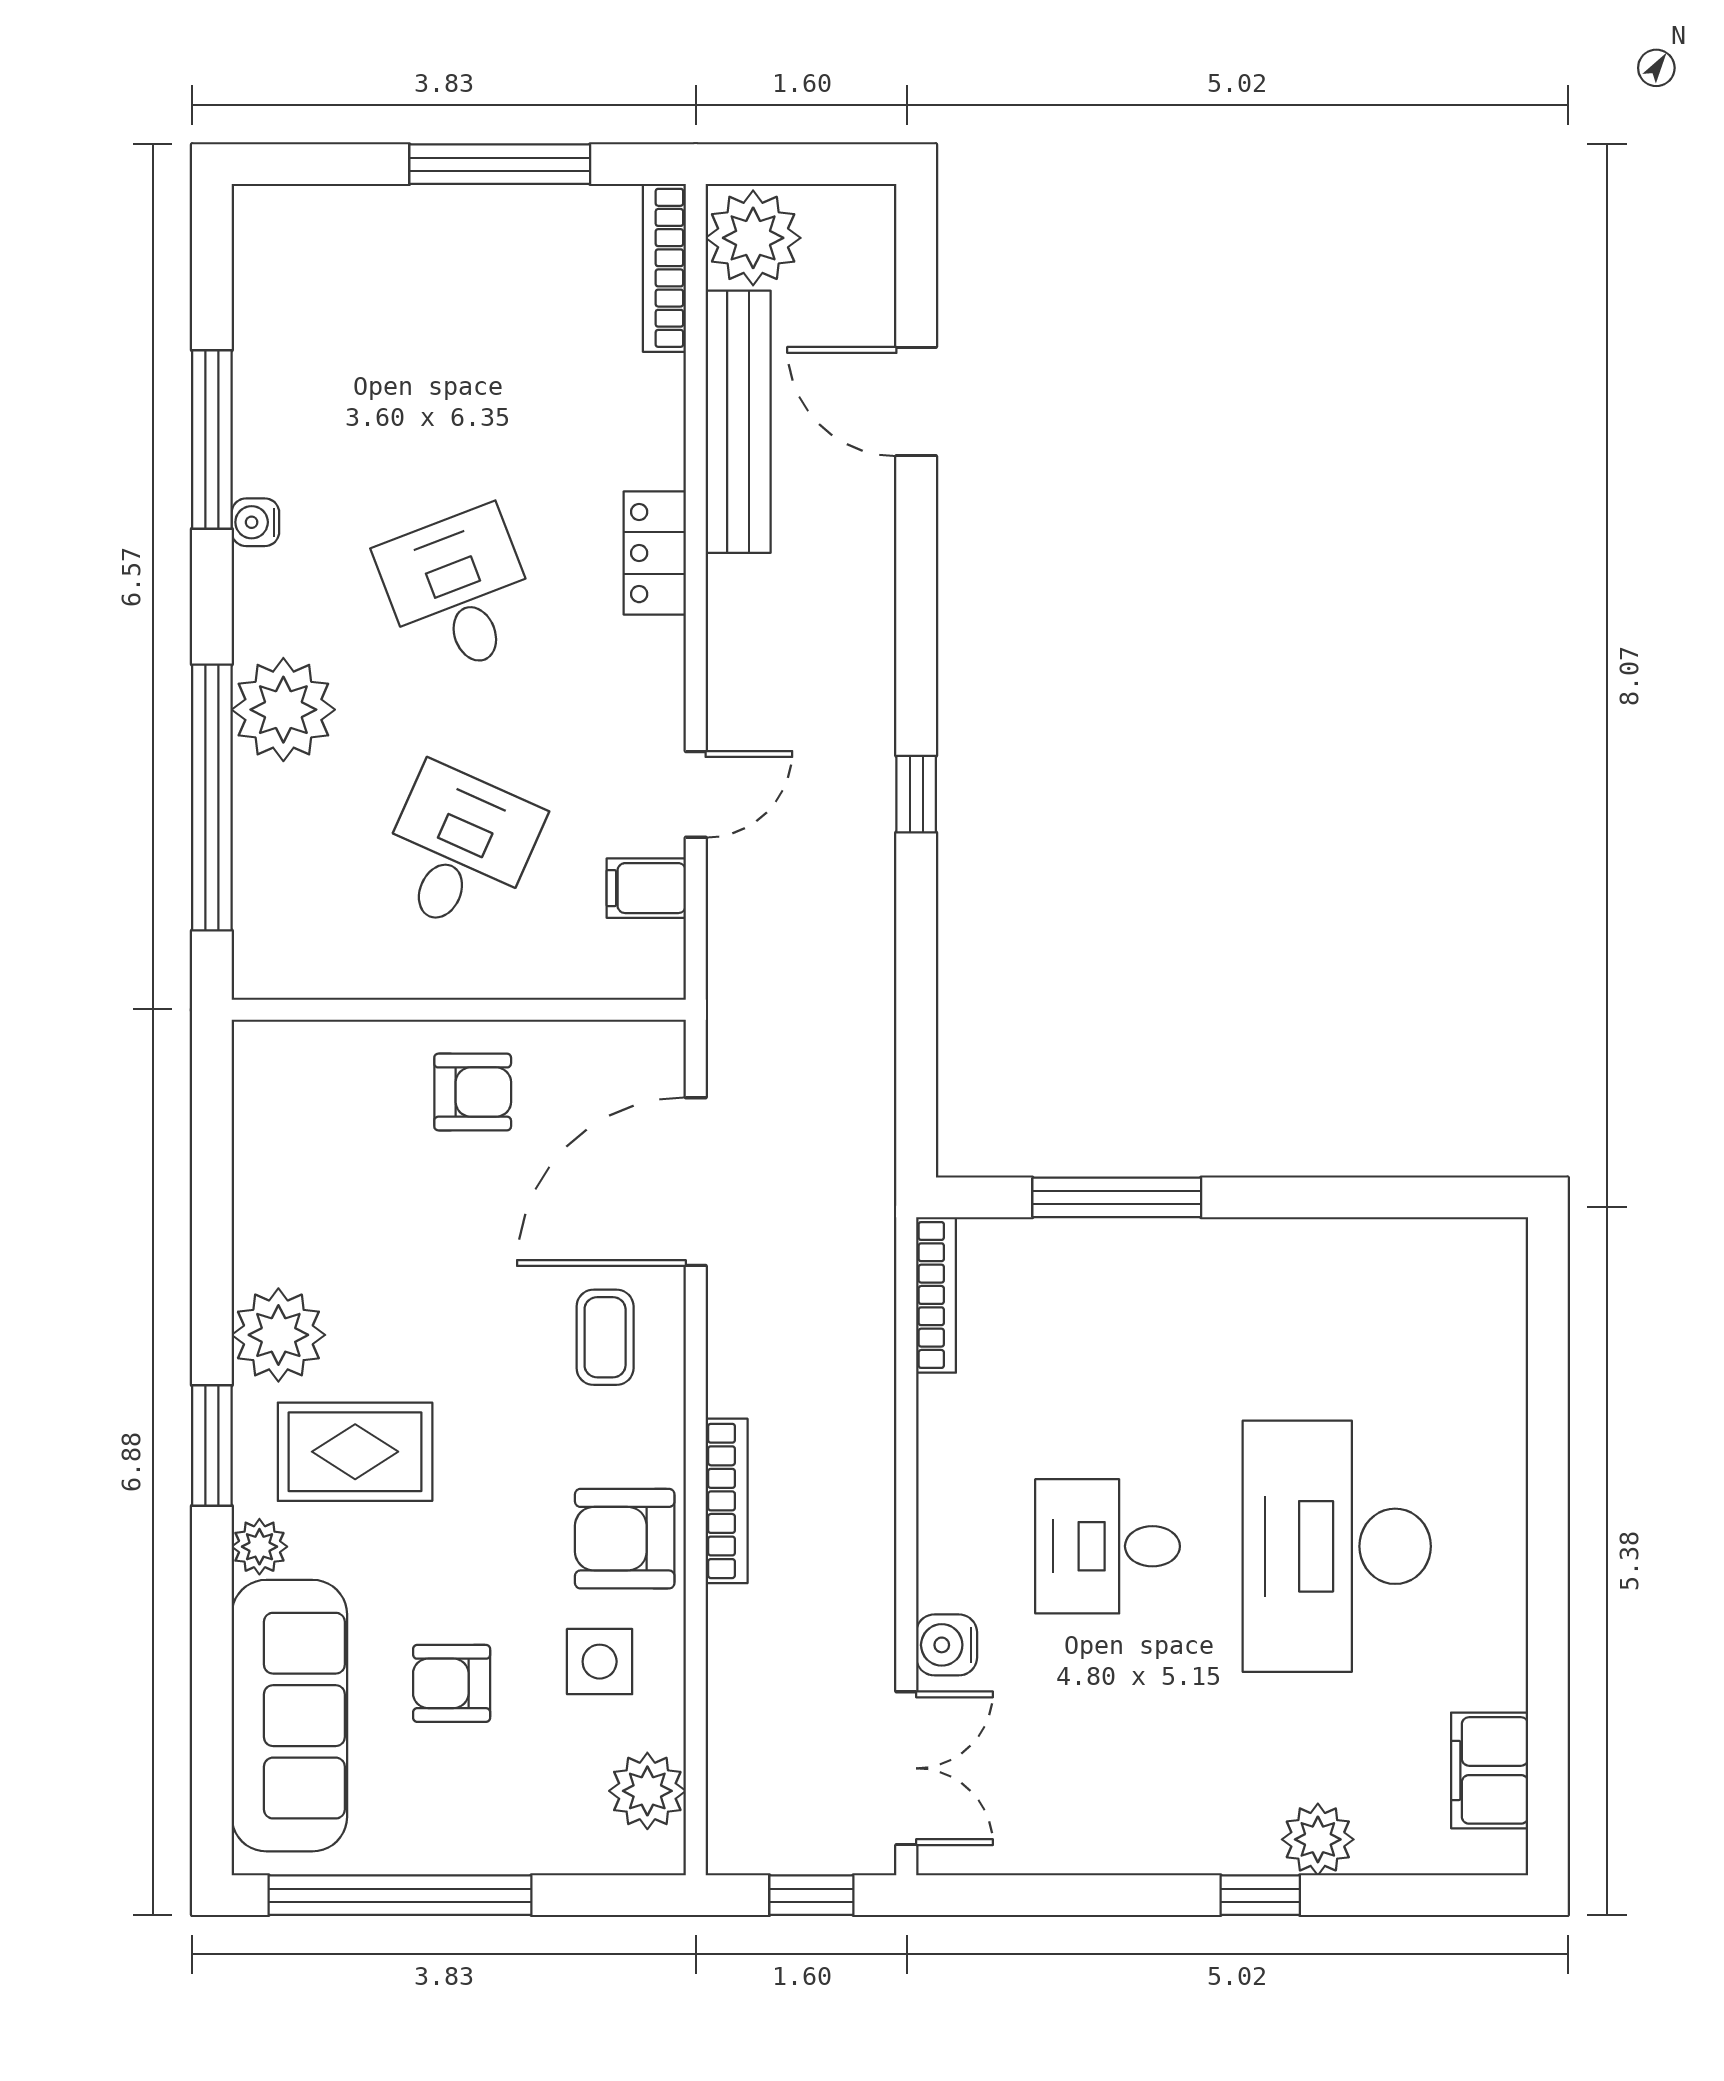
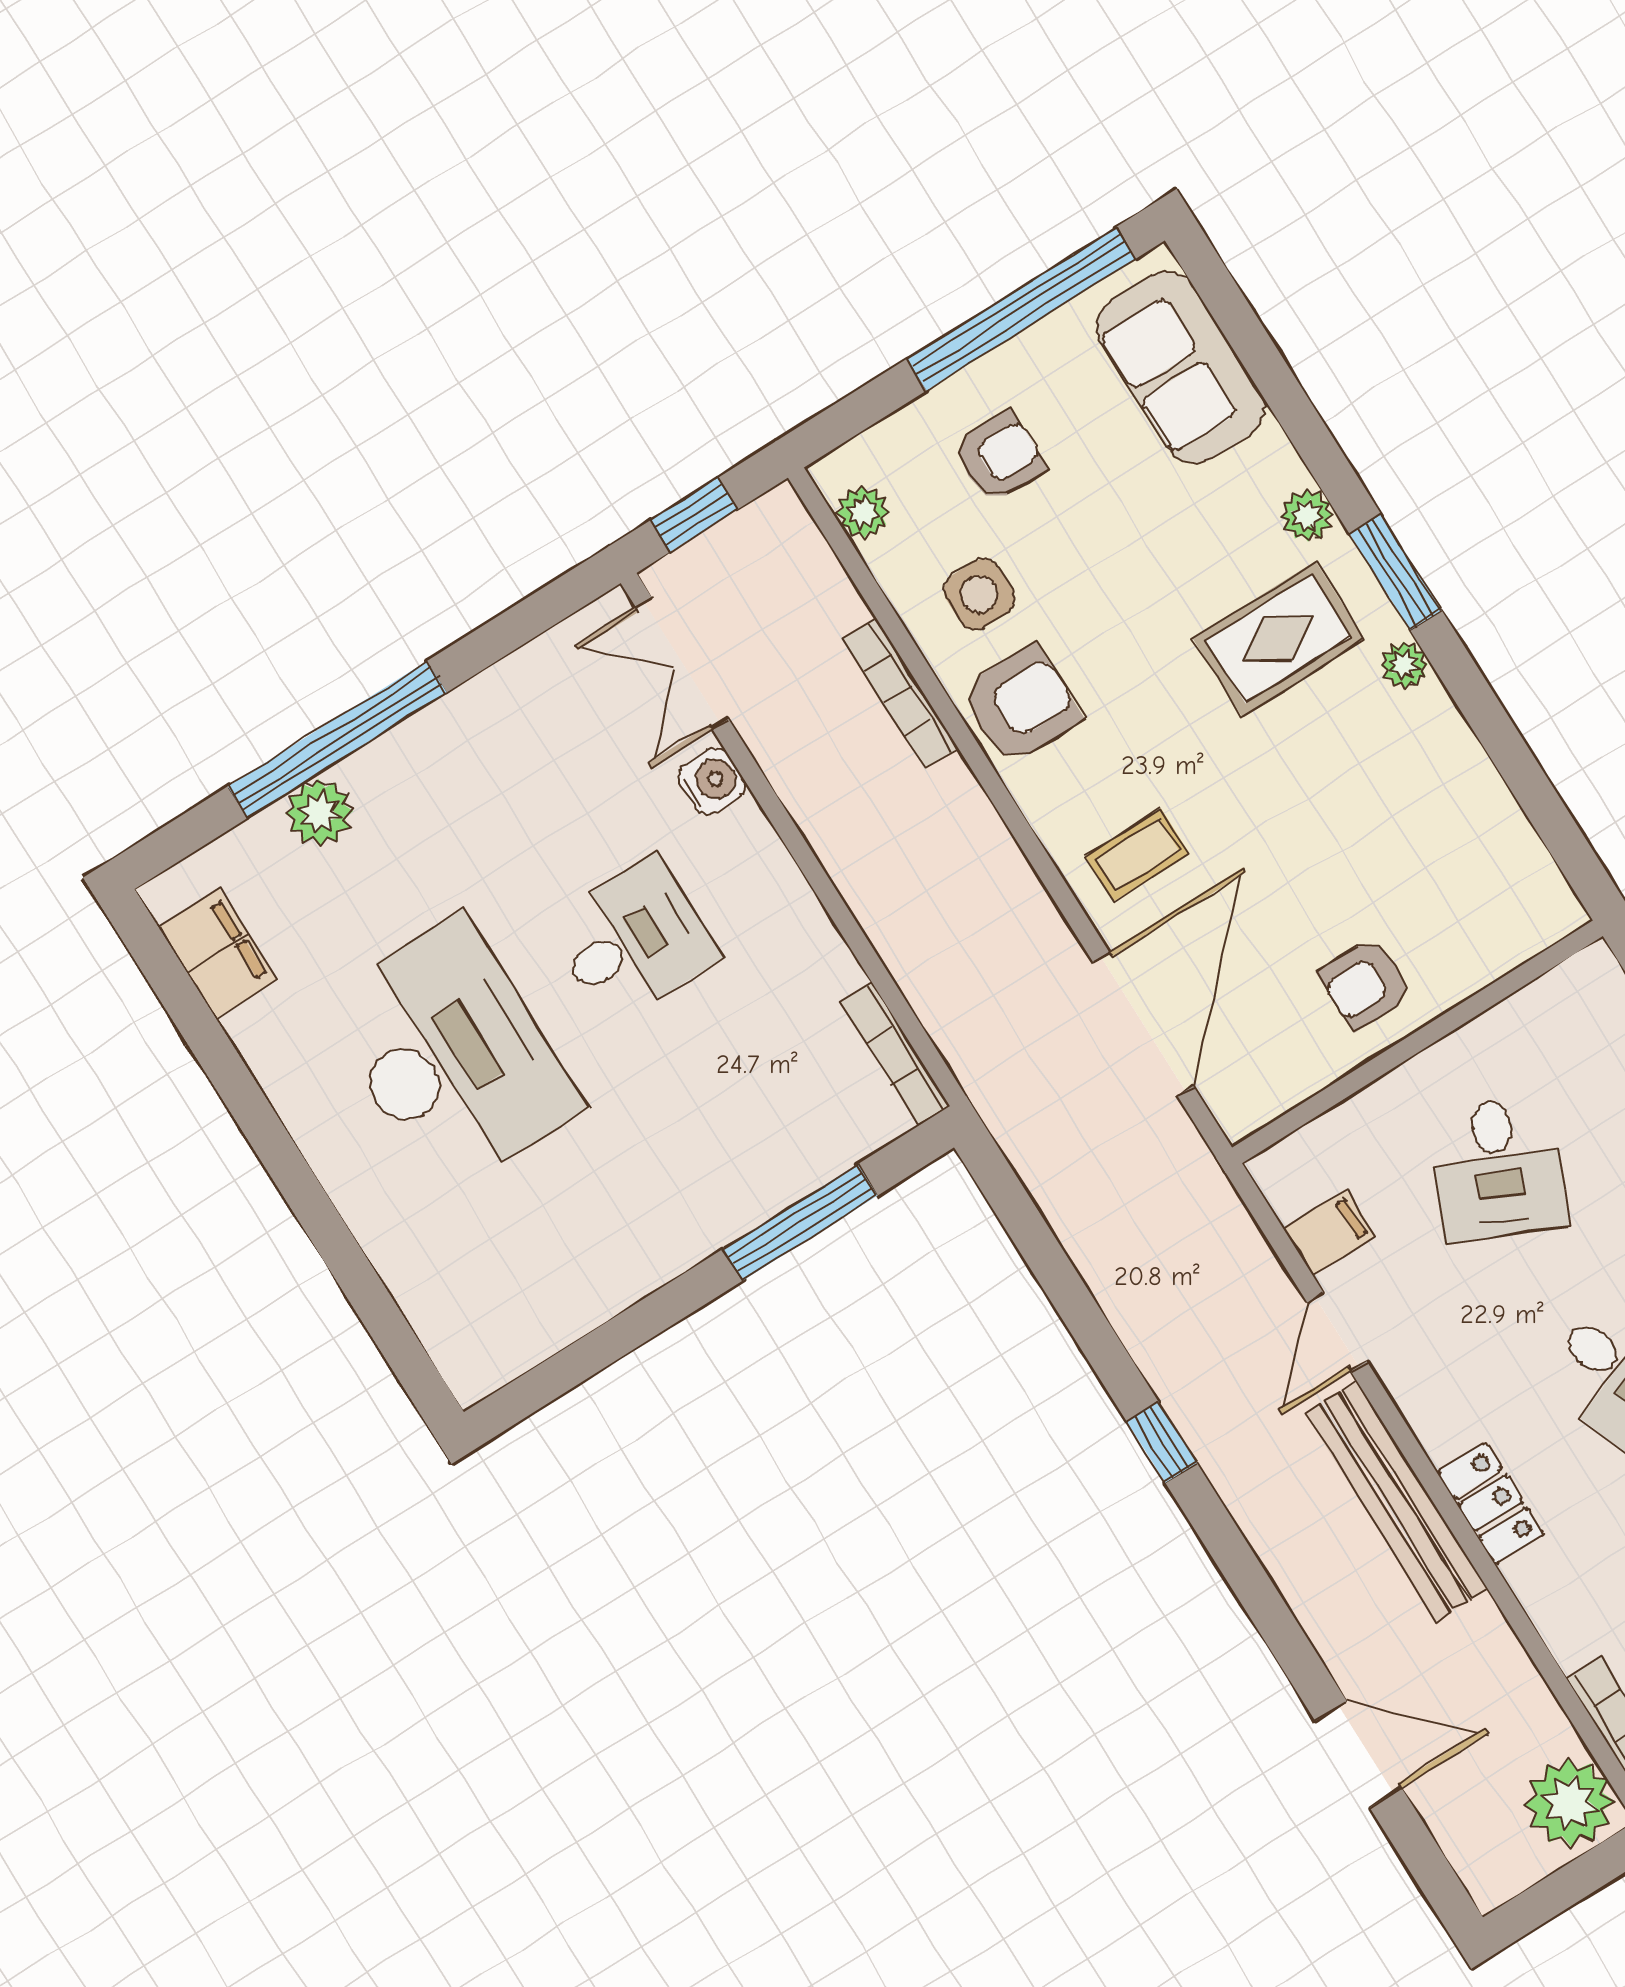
bench: (738, 422) -> (1396, 1501), moved
plant: (278, 1335) -> (1404, 665), width x0.53, depth x0.53
coffee table: (605, 1337) -> (1137, 855), turned 90
bookcase: (727, 1501) -> (901, 694), moved
armchair: (452, 1683) -> (999, 457), moved
sofa: (289, 1716) -> (1181, 368), width x0.73
plant: (647, 1791) -> (863, 512), width x0.73, depth x0.73
window: (1260, 1895) -> (337, 739), width x3.17

